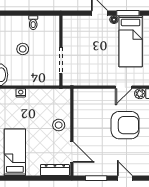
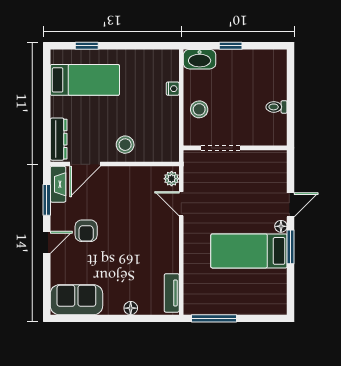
stool: (23, 49) -> (199, 109), moved
door: (124, 87) -> (181, 204), moved
plant: (140, 94) -> (172, 179), moved
armchair: (125, 125) -> (86, 231), moved, width x0.53, depth x0.53
fireplace: (85, 170) -> (58, 184), added

